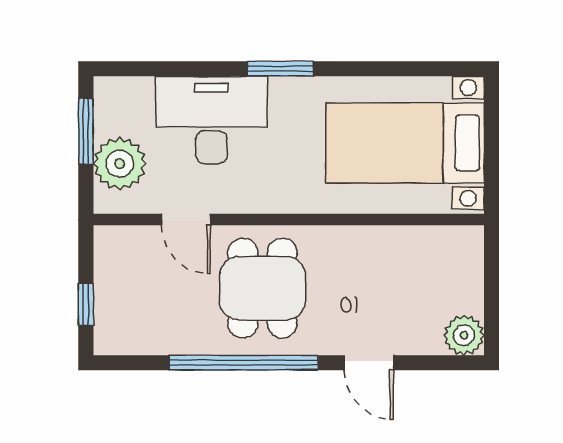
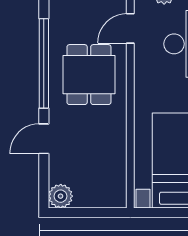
dining table: (263, 288) -> (89, 75), turned 90

